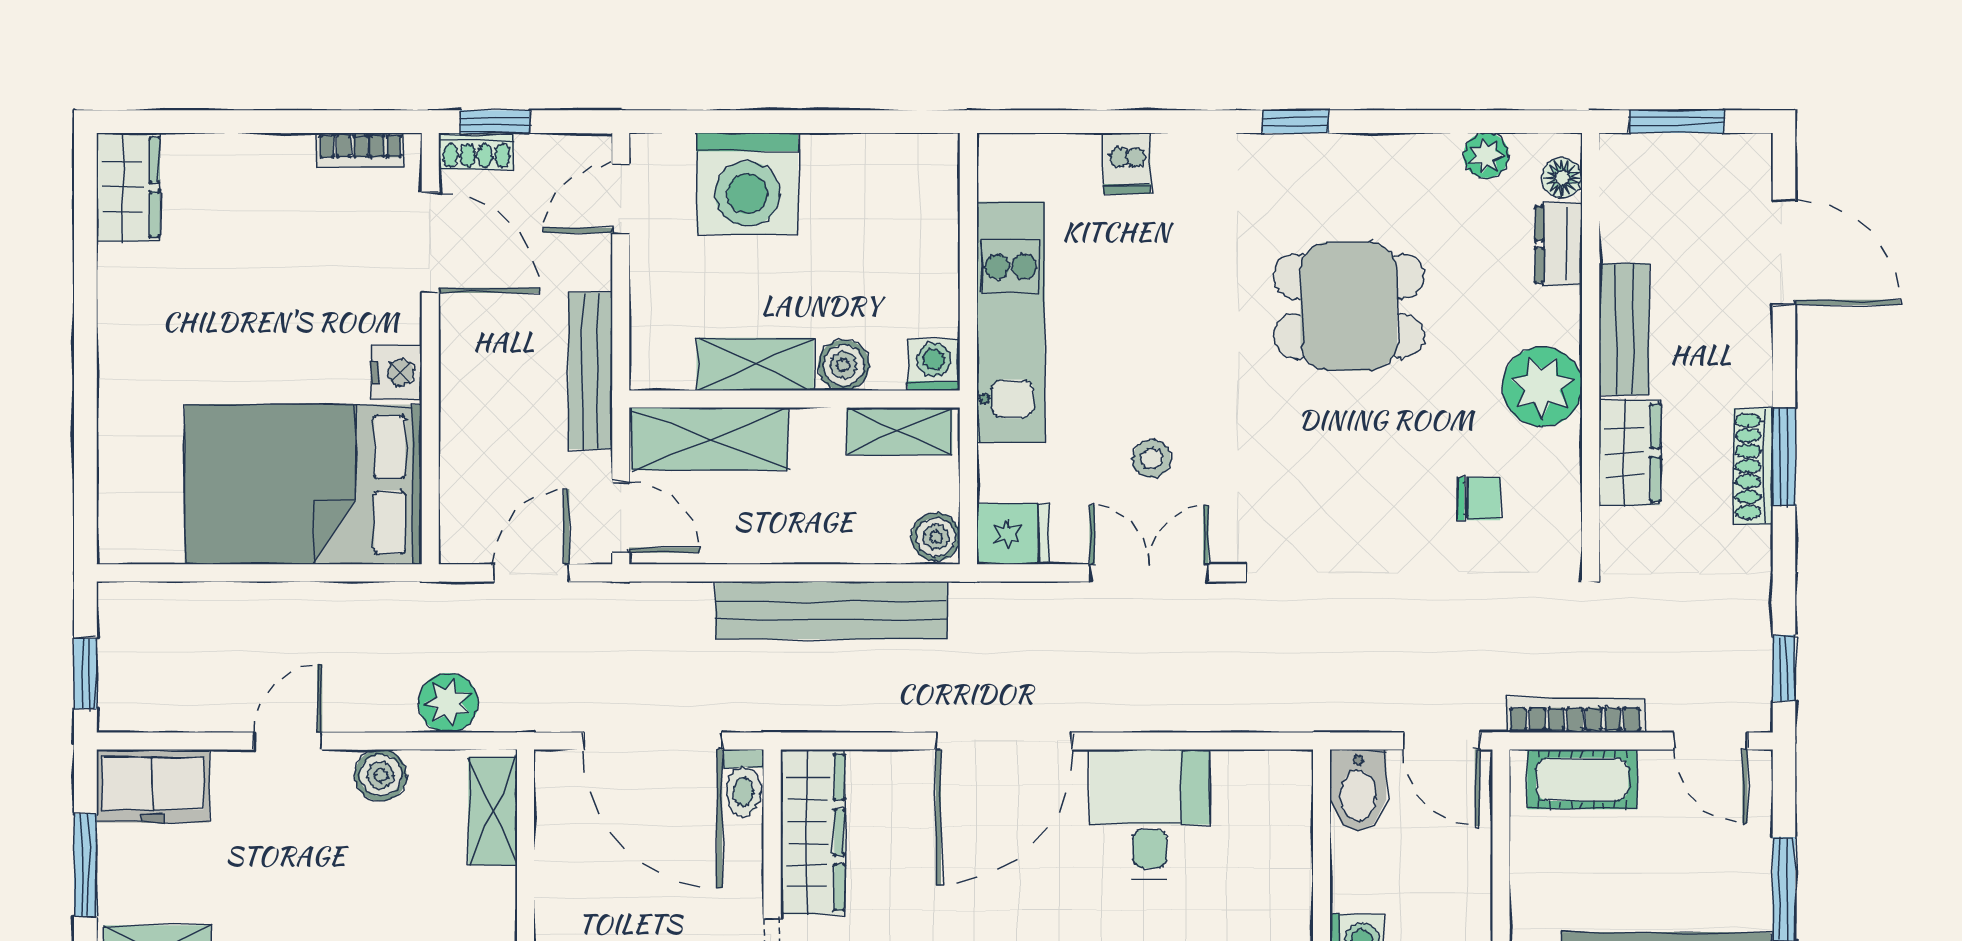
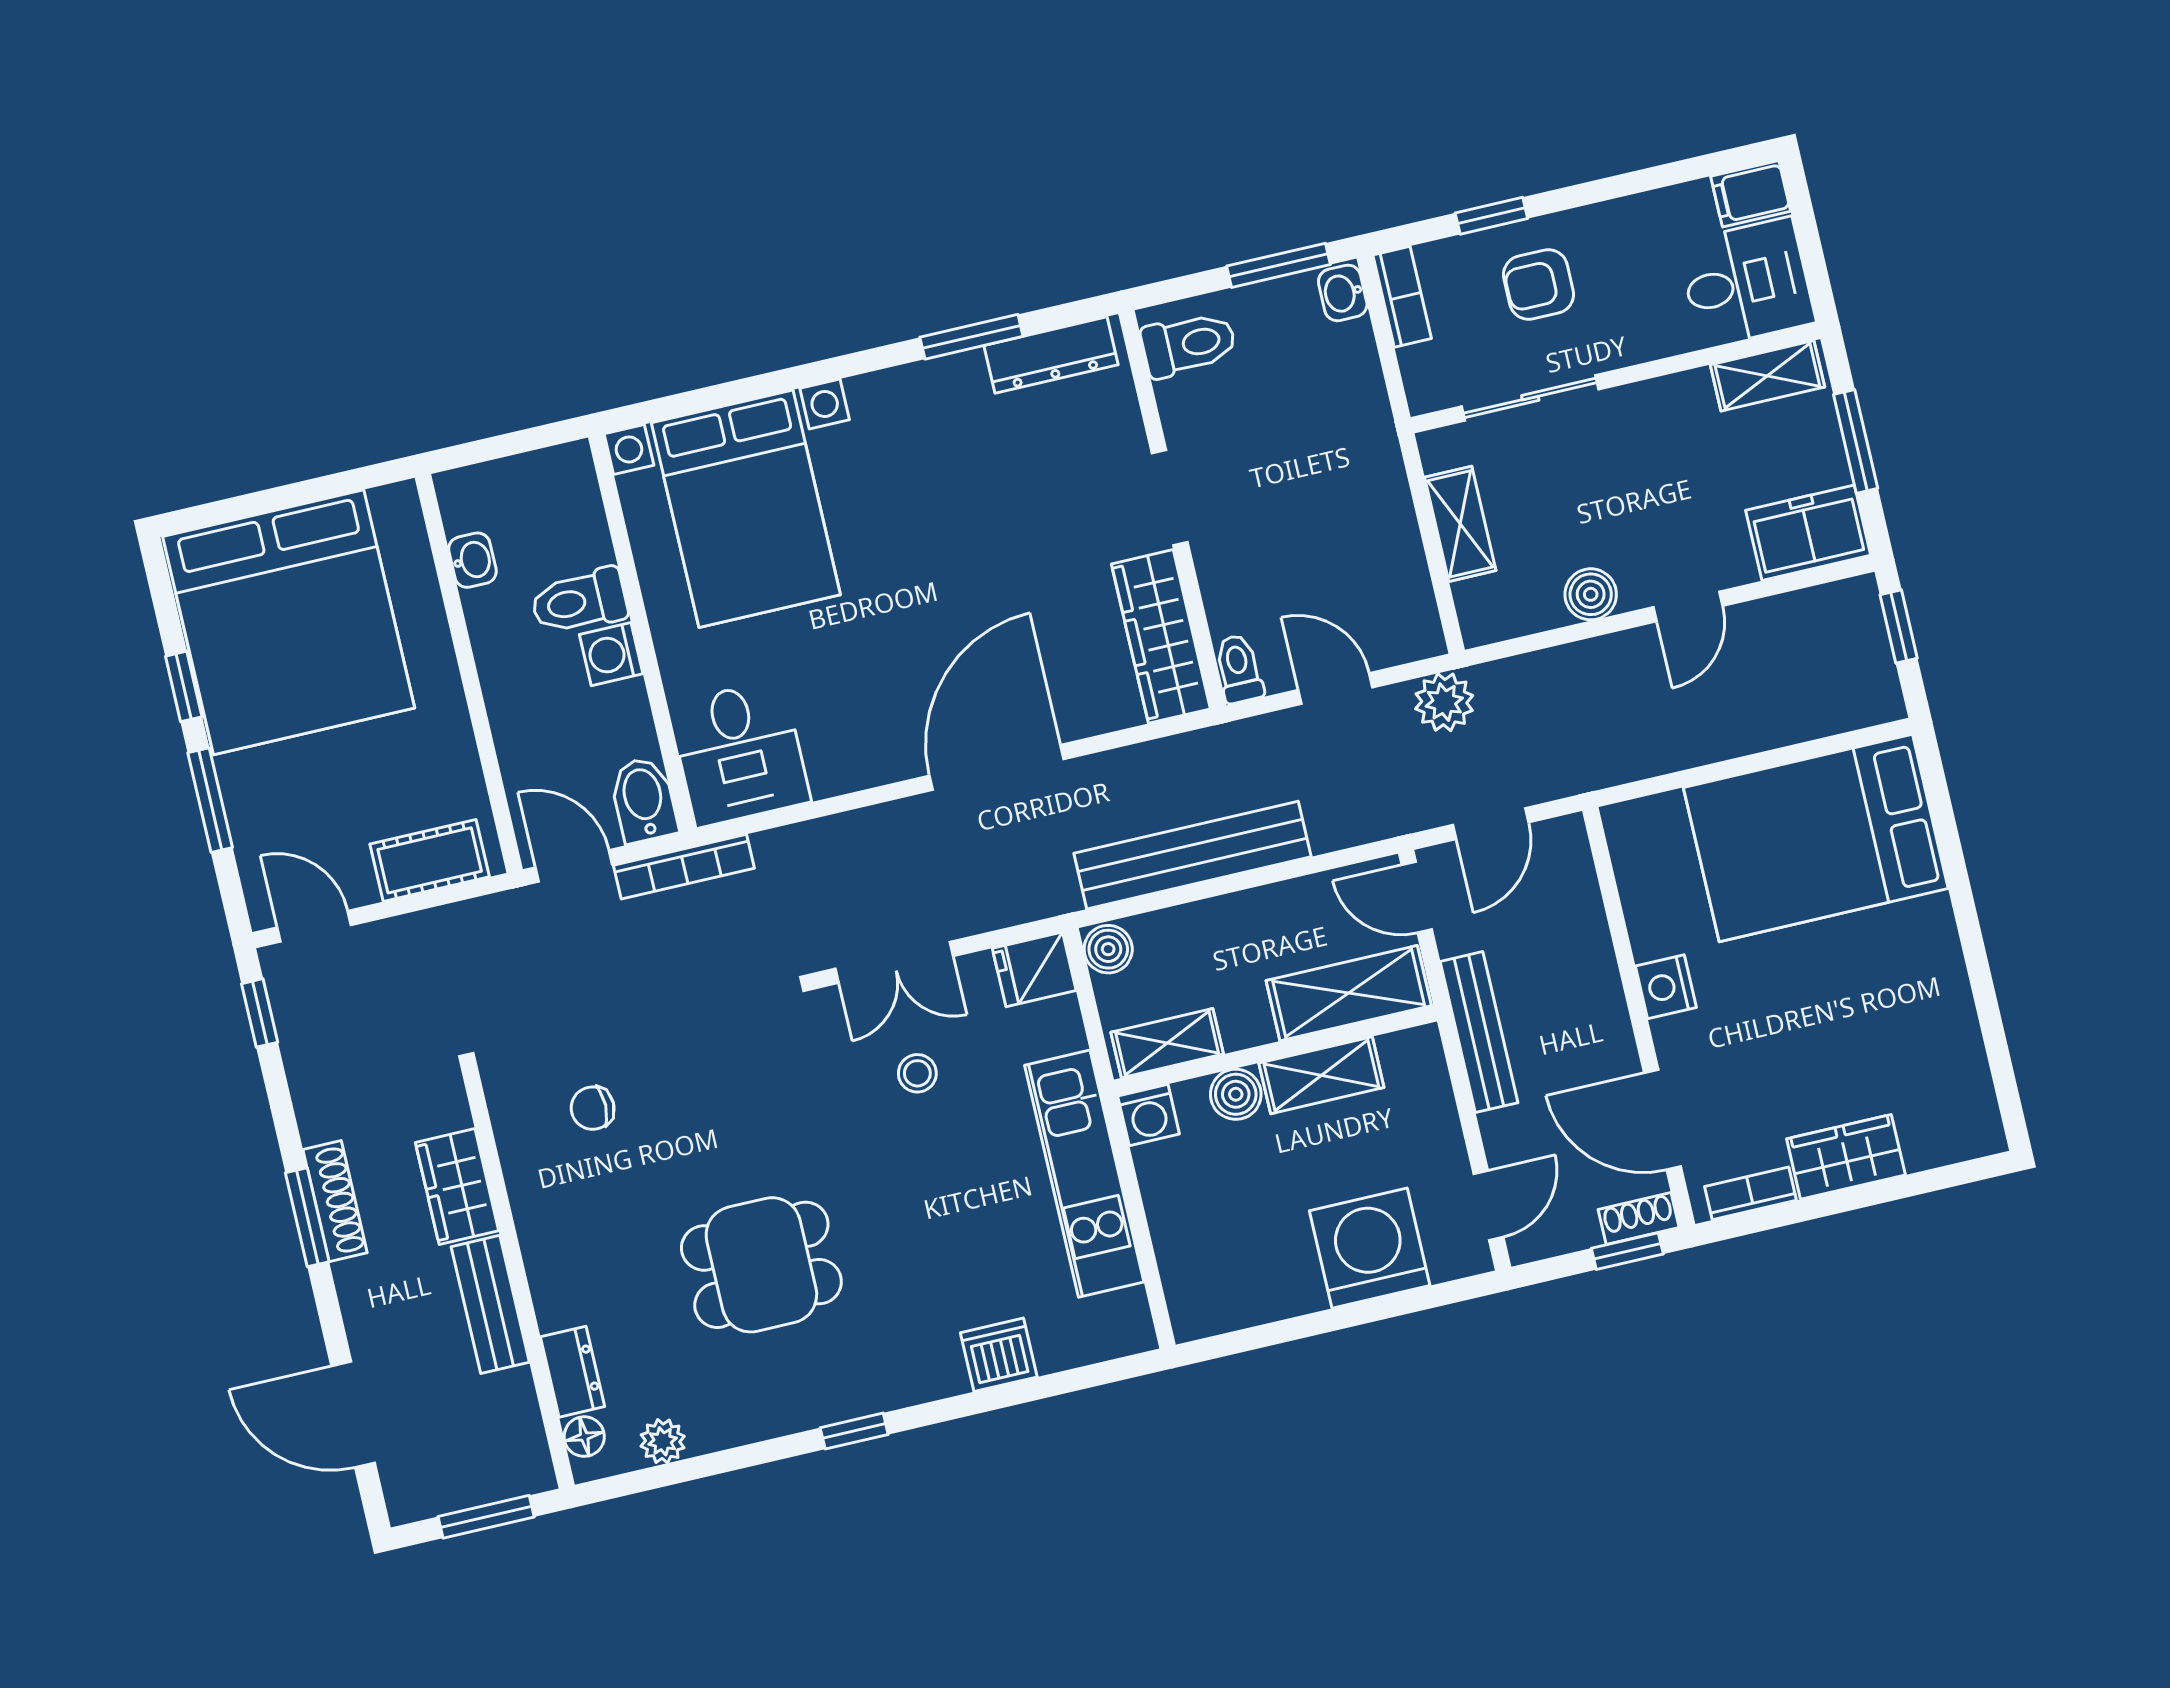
dishwasher: (1127, 163) -> (999, 1355), width x1.38
wardrobe: (128, 187) -> (1846, 1157), moved, turned 90
plant: (1542, 387) -> (556, 1231), removed
bed: (303, 484) -> (1816, 838), moved, turned 180
plant: (448, 703) -> (1444, 702), moved
bookcase: (1575, 715) -> (684, 867), moved
door: (653, 741) -> (1335, 689), width x0.53
shelving: (493, 811) -> (1460, 524), moved
desk: (1150, 814) -> (739, 753), moved

